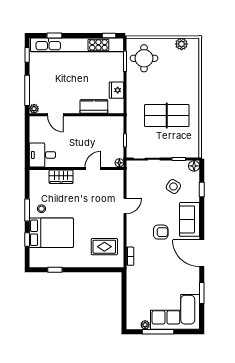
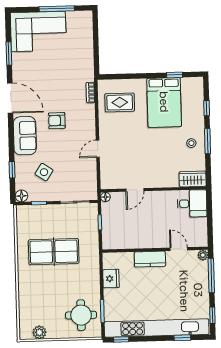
kitchen counter: (94, 106) -> (150, 259), moved
wardrobe: (61, 177) -> (193, 179), moved
bed: (51, 233) -> (164, 102), moved, turned -90
plant: (145, 325) -> (71, 16), removed

